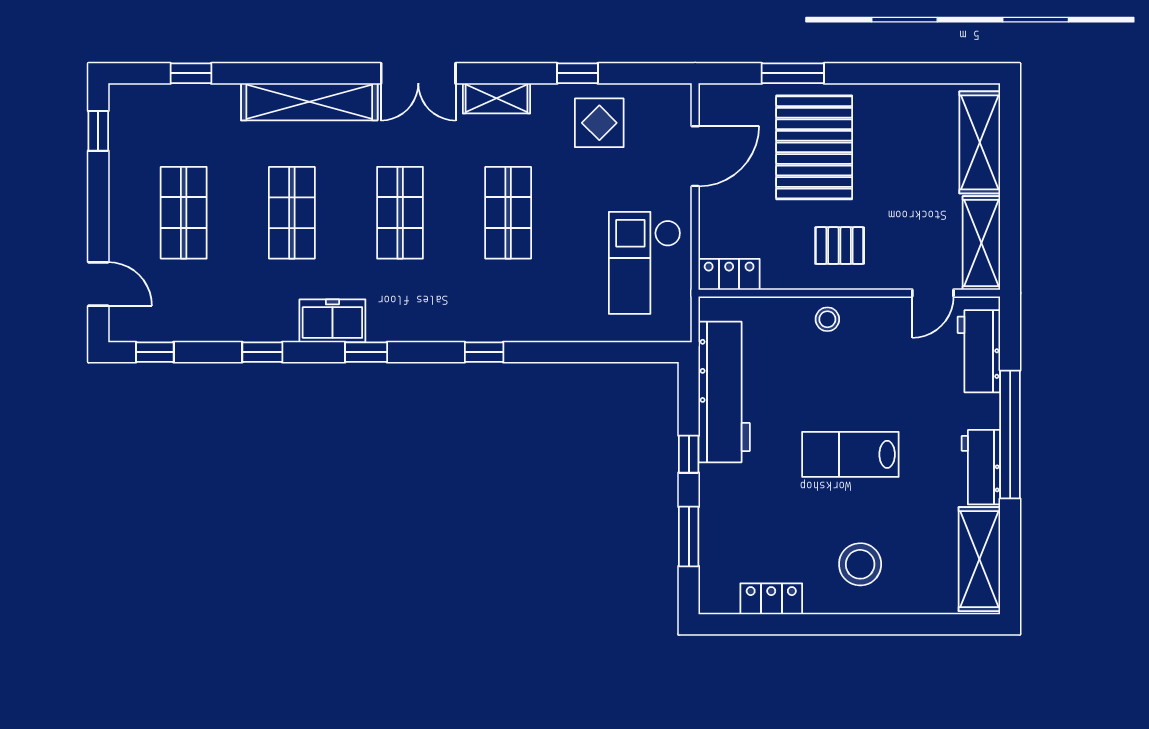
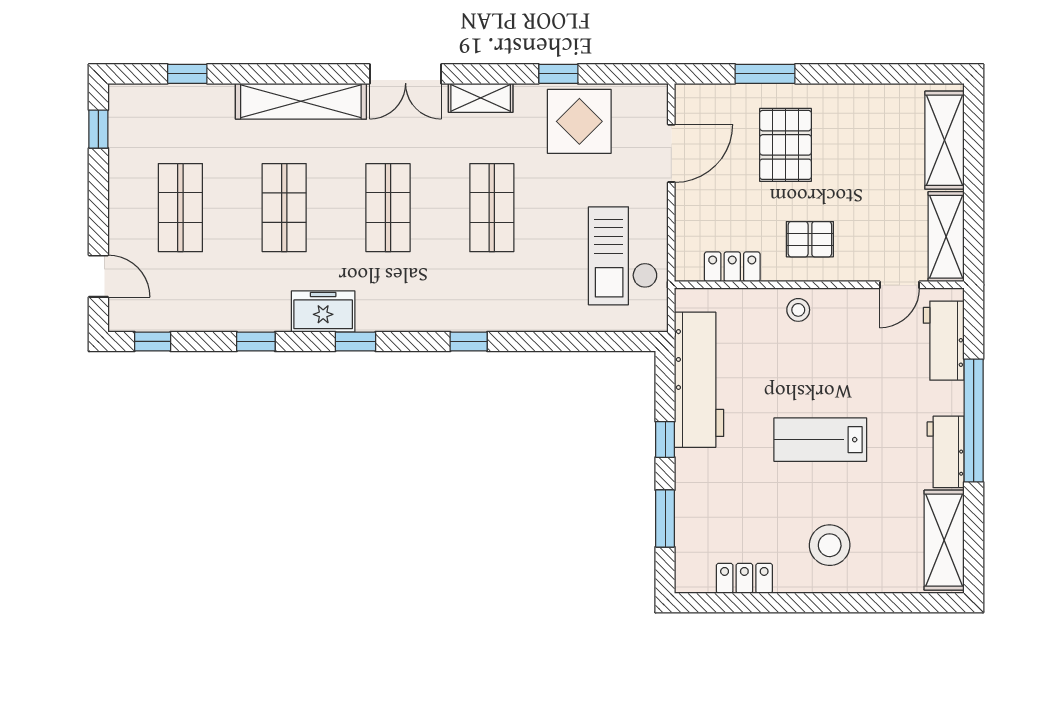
display table: (599, 123) -> (579, 121), width x1.36, depth x1.36
pallet: (814, 147) -> (786, 145), width x0.73, depth x0.71
locker: (729, 274) -> (732, 267), moved

